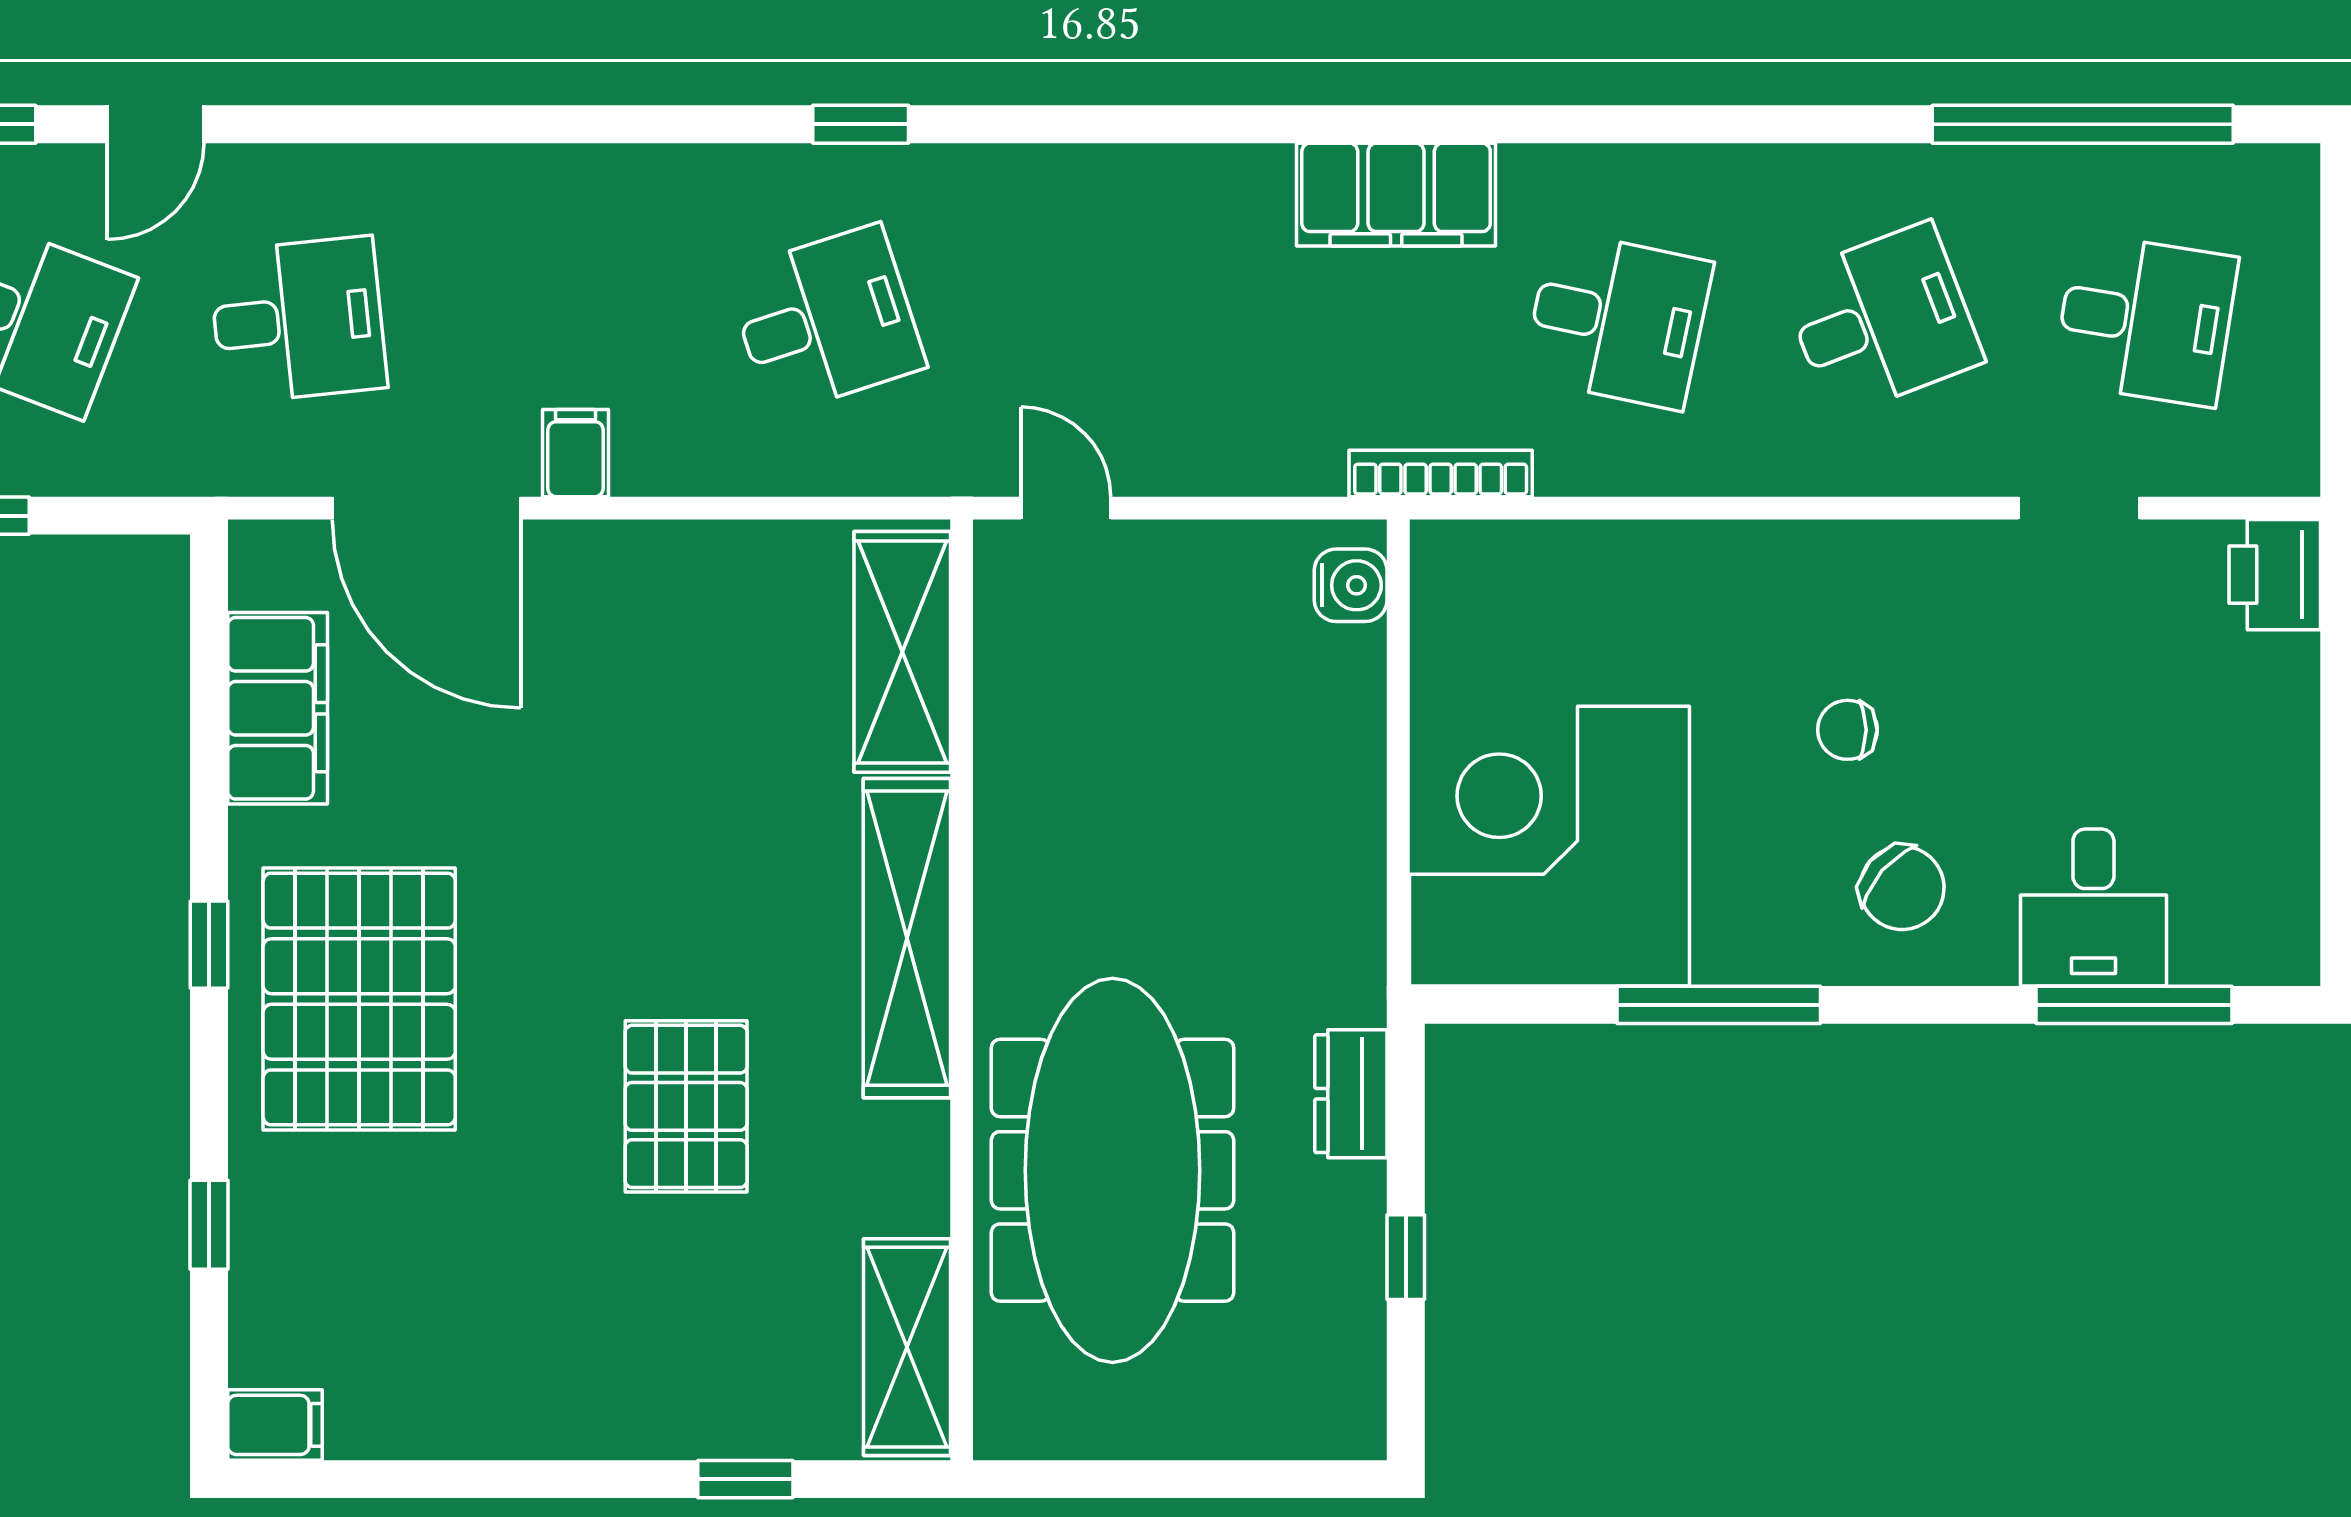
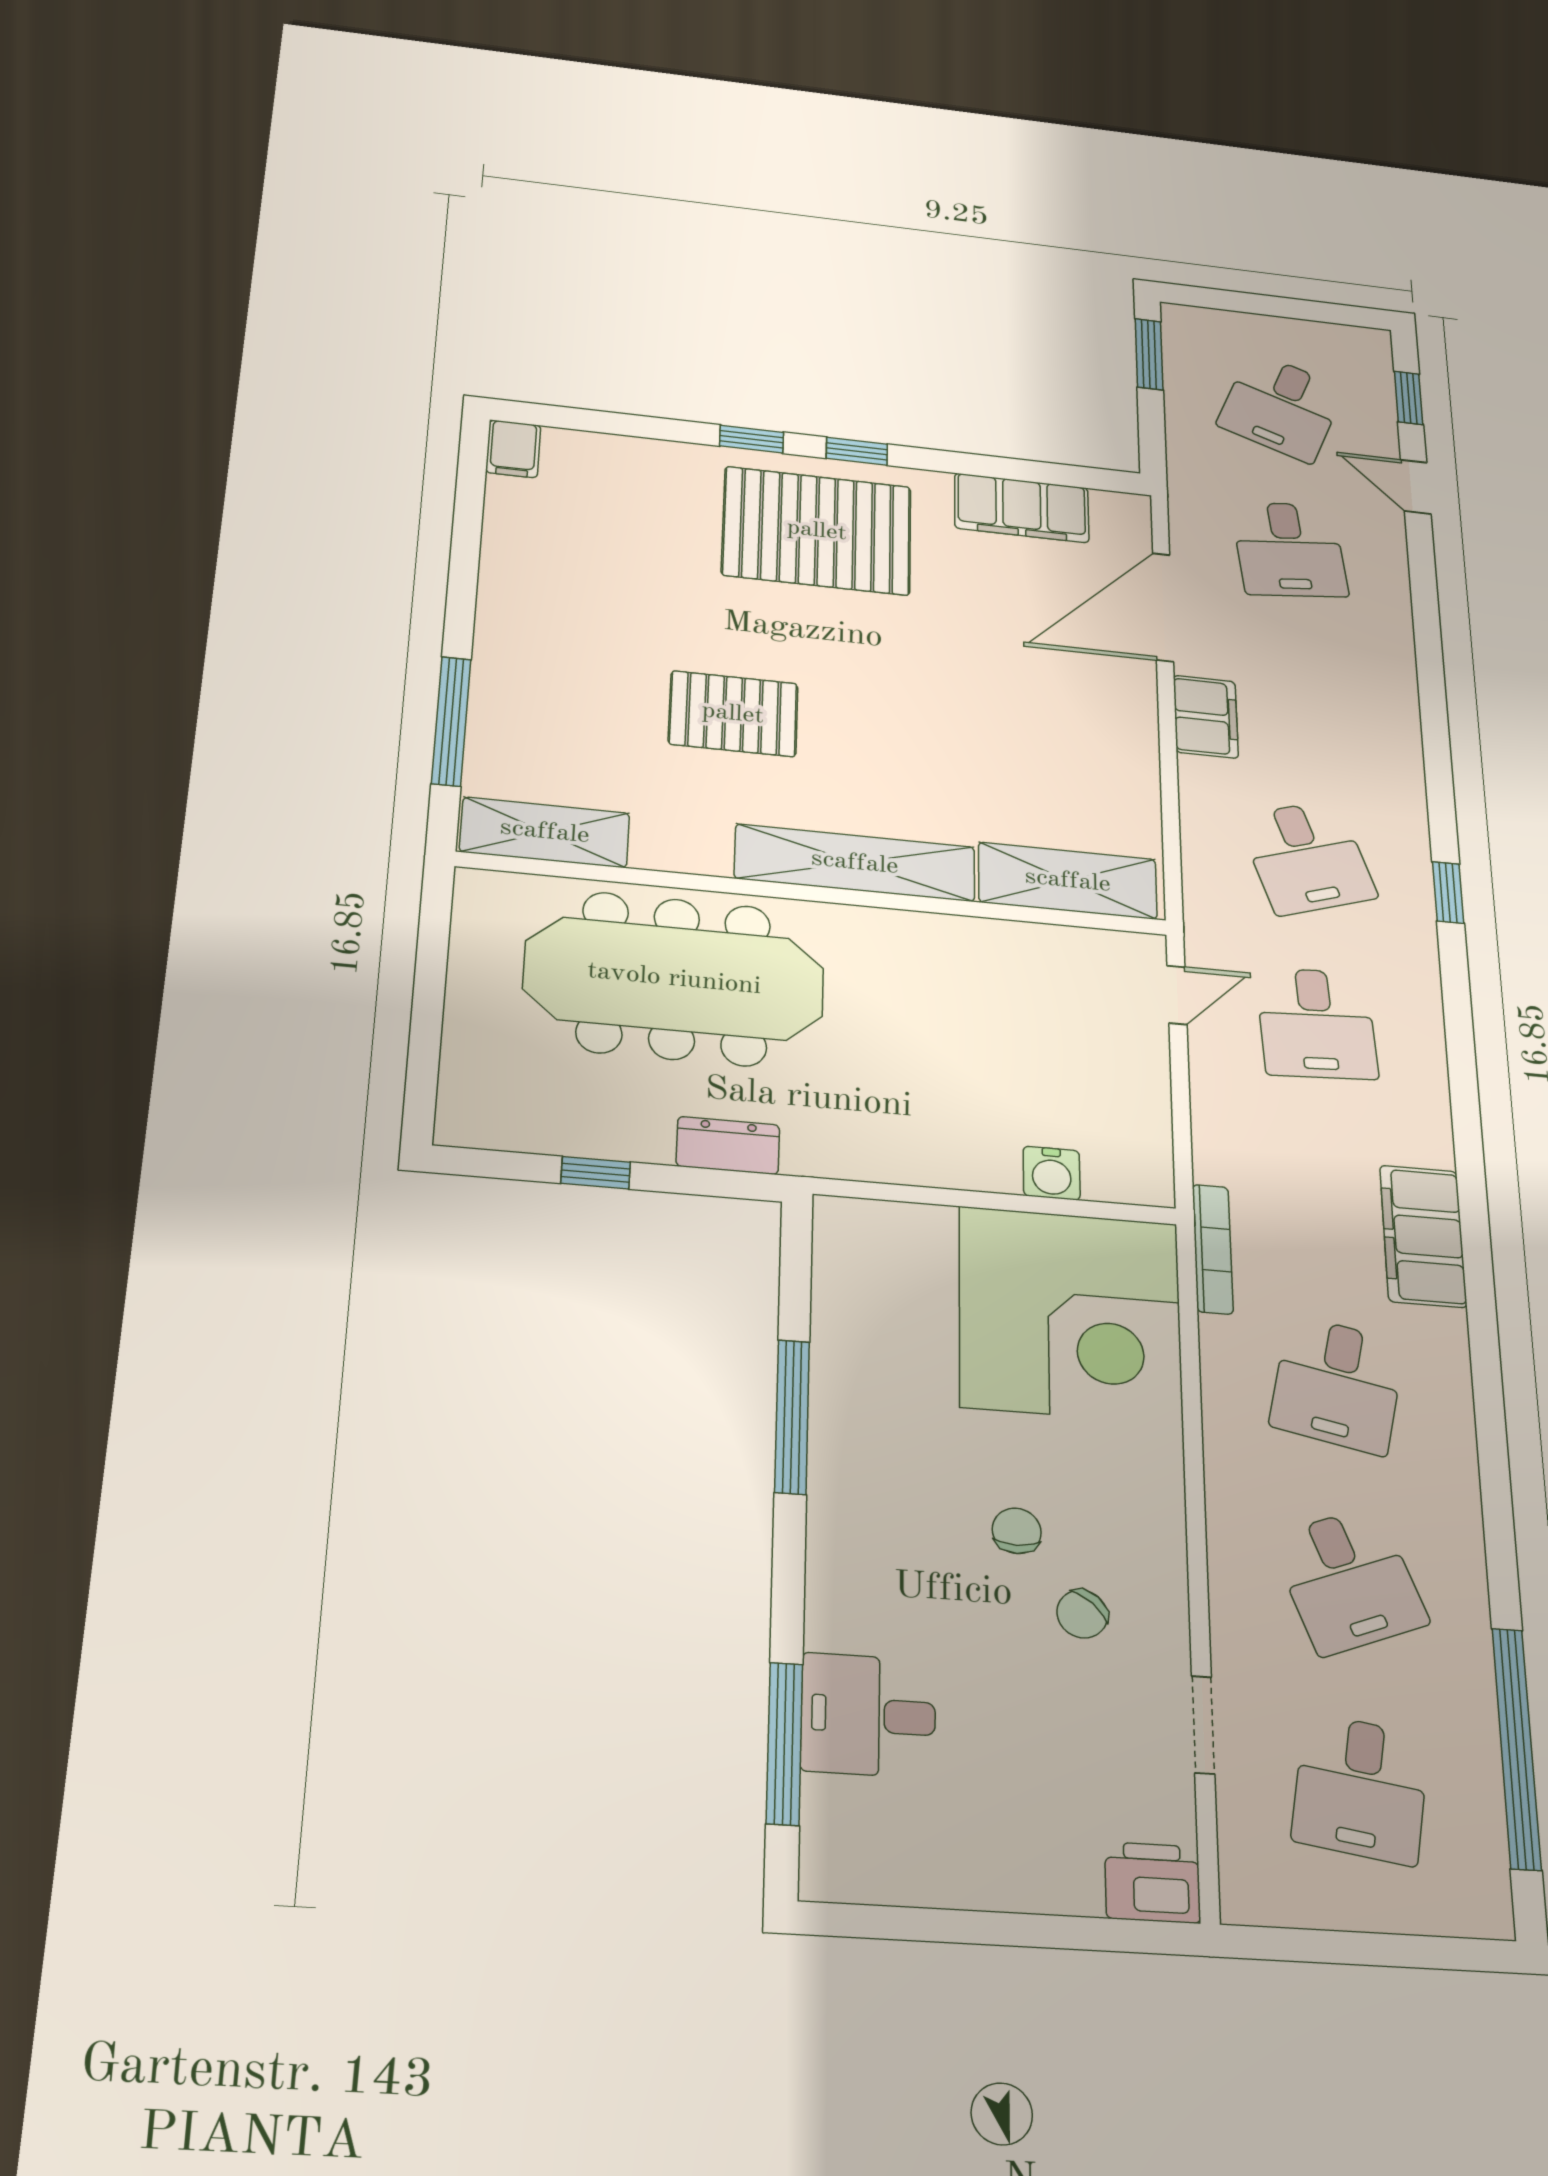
desk: (1090, 320) -> (1317, 1023), added
filing cabinet: (575, 453) -> (1206, 717), width x2.00
water cooler: (1351, 585) -> (1052, 1173), moved
corner desk: (1550, 846) -> (1070, 1314), moved, turned 90
chair: (1902, 888) -> (1082, 1614), moved, width x0.73, depth x0.73
window: (209, 1225) -> (752, 439), moved
window: (745, 1479) -> (451, 721), width x2.17

